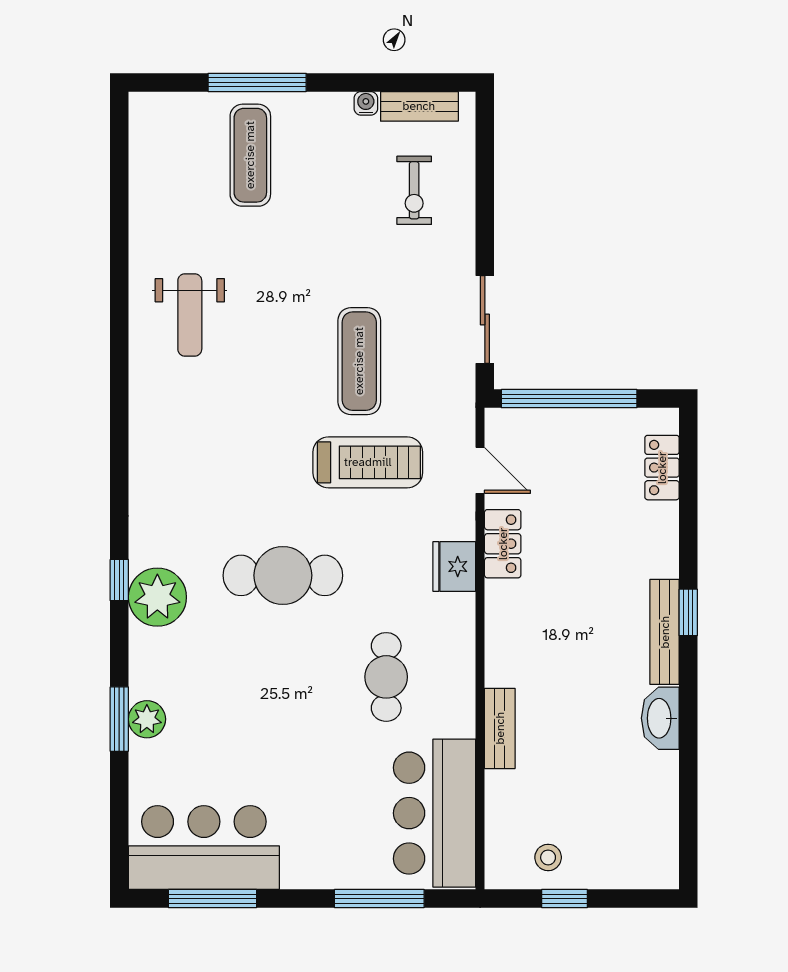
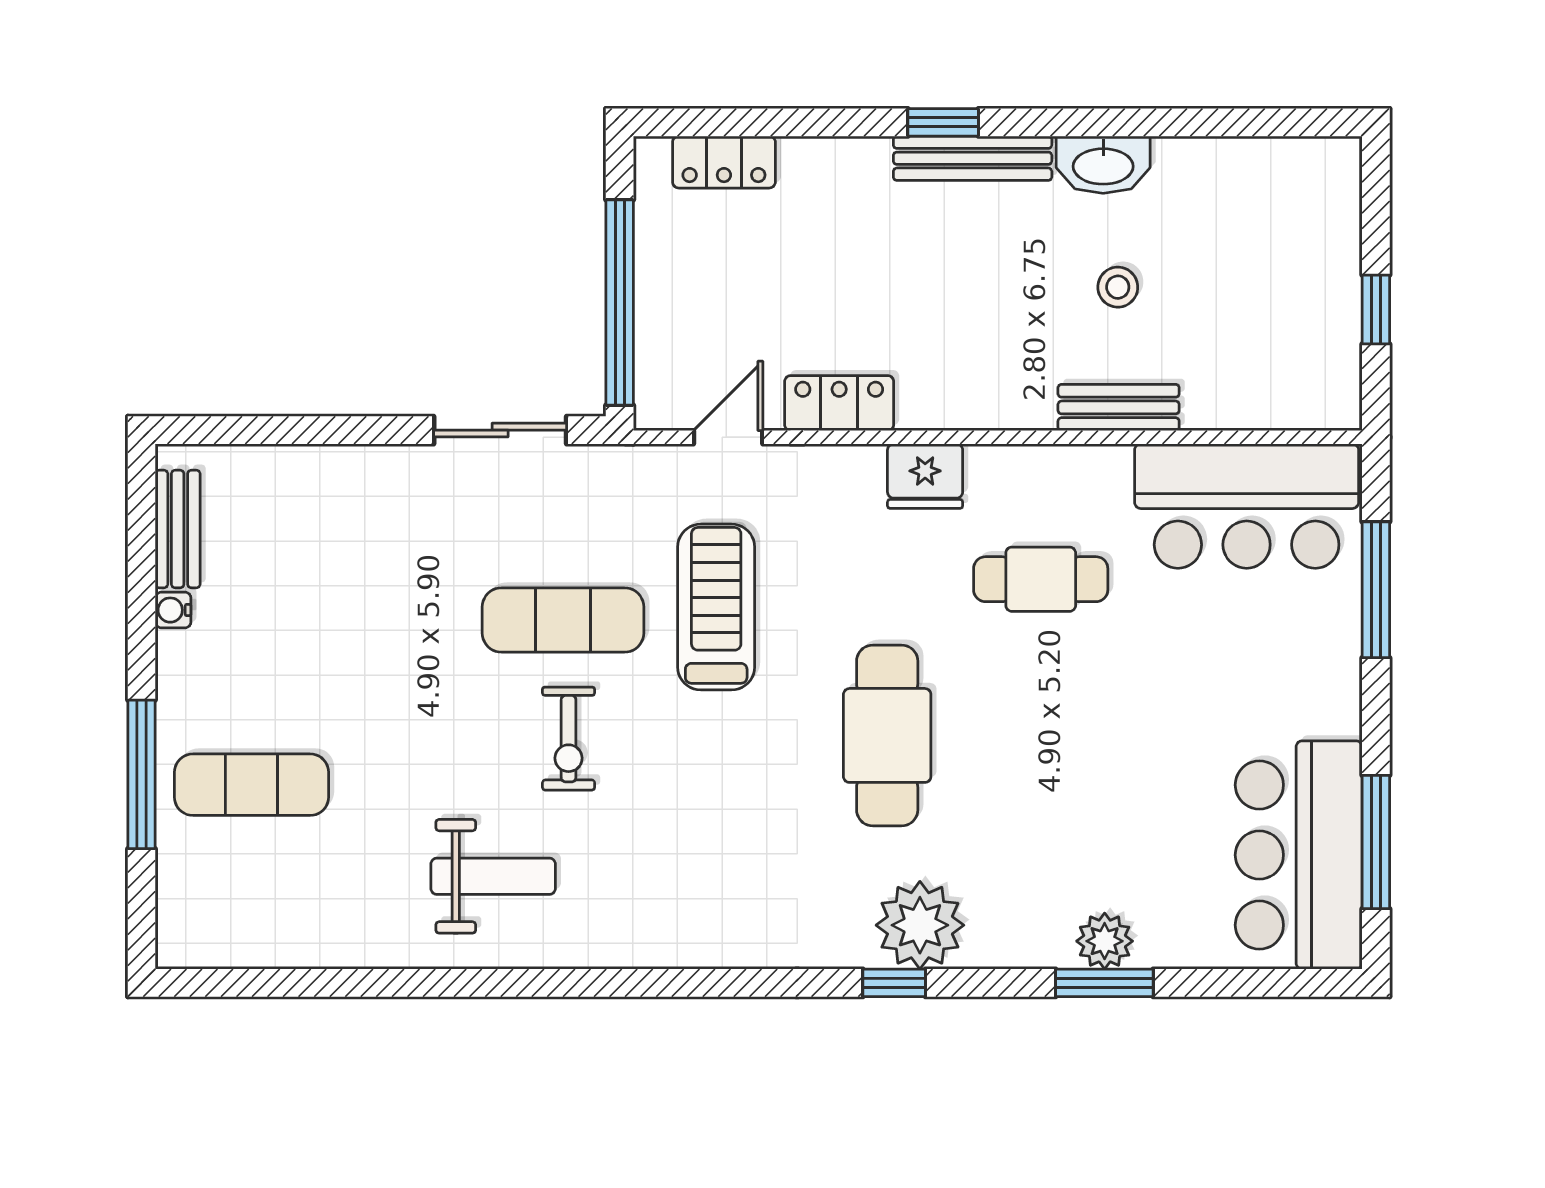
exercise bike: (414, 190) -> (569, 739), moved, turned 90
fridge: (454, 566) -> (925, 476), moved
stool: (548, 857) -> (1118, 287), moved

